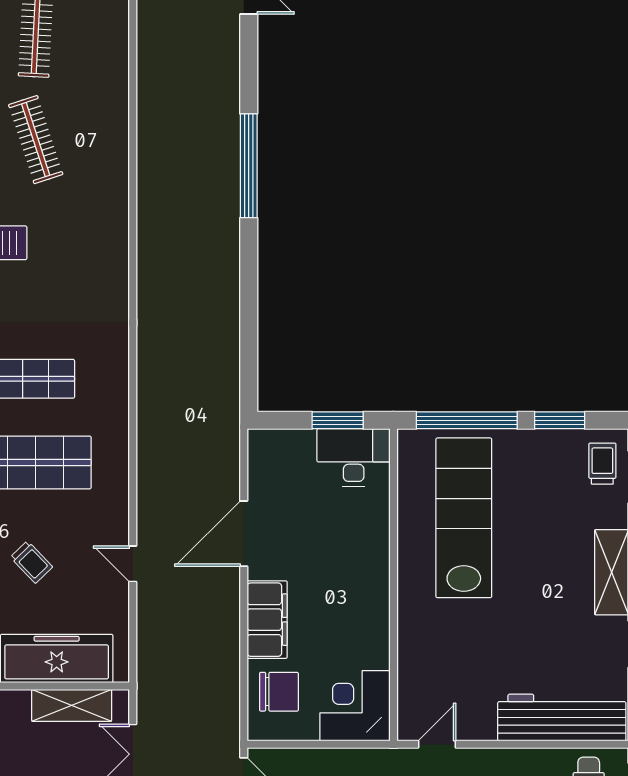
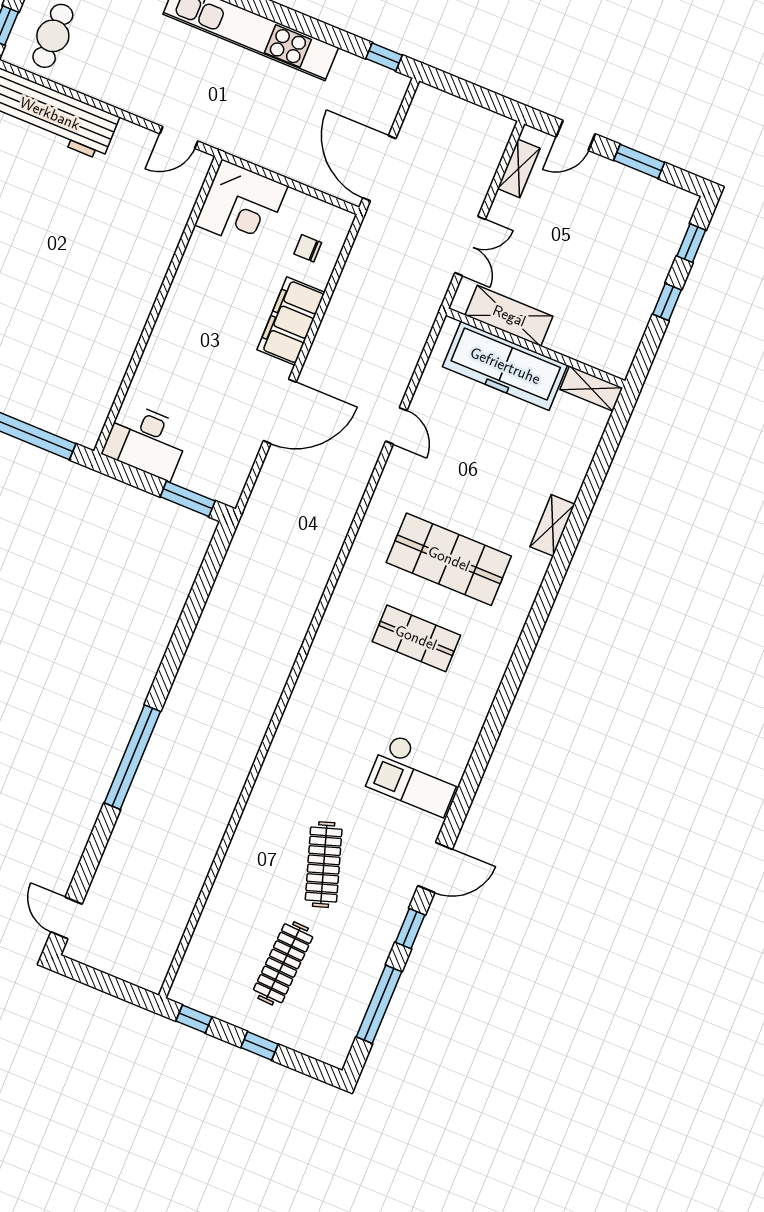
window: (338, 420) -> (188, 499), moved
lab bench: (464, 518) -> (66, 341), removed
trolley: (31, 562) -> (491, 467), removed
chair: (279, 692) -> (308, 248), width x0.54, depth x0.54

